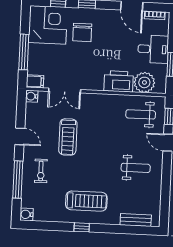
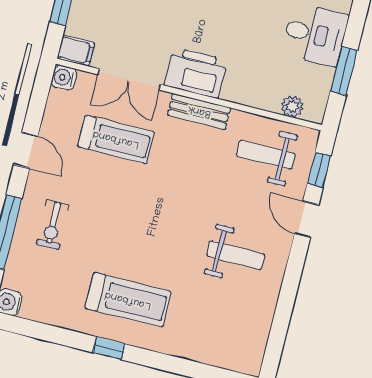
printer: (119, 81) -> (196, 73), moved
plant: (144, 82) -> (292, 106), width x0.53, depth x0.53
treadmill: (68, 137) -> (116, 139), moved, turned -90
bench: (136, 220) -> (199, 111), moved

